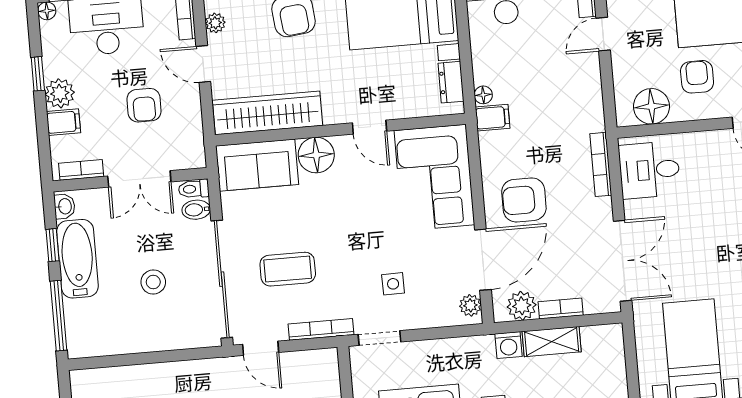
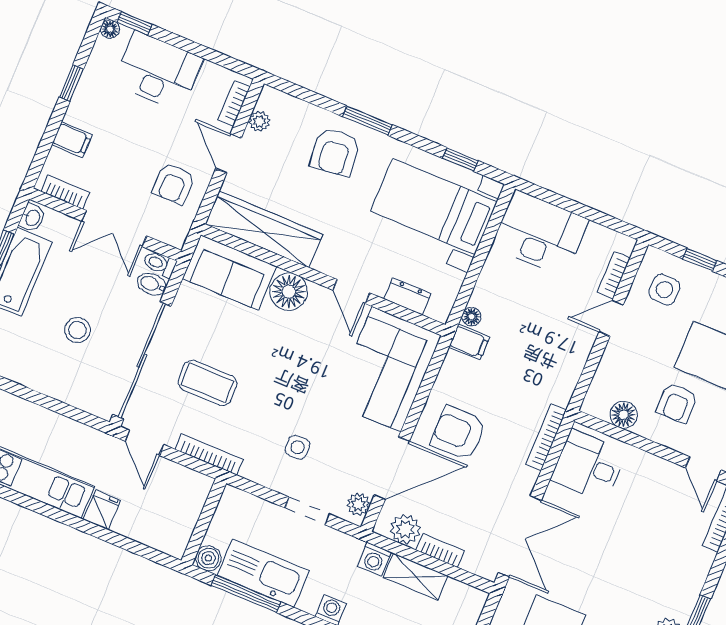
armchair: (697, 77) -> (677, 403), turned 180
dresser: (451, 82) -> (407, 296), moved, turned 90
plant: (60, 93) -> (82, 111), removed
armchair: (144, 105) -> (173, 183), moved
floor lamp: (651, 106) -> (624, 415), width x0.73, depth x0.73
doorway: (379, 338) -> (307, 511), moved

